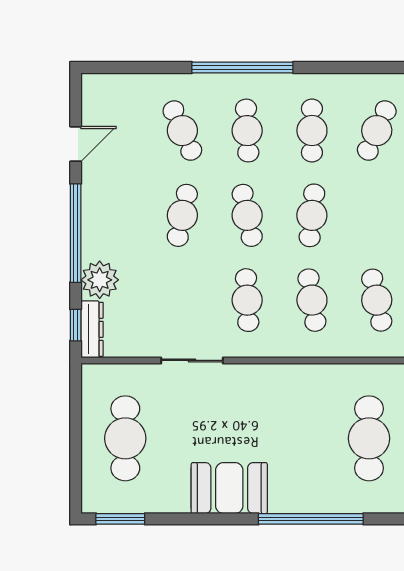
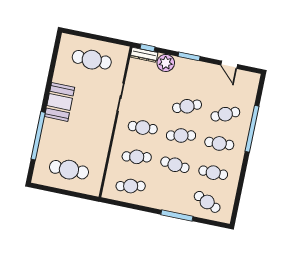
window: (242, 67) -> (252, 129), moved
cafe table: (182, 215) -> (187, 106), turned -33
window: (76, 233) -> (189, 56), width x0.47
window: (120, 519) -> (56, 50), removed

